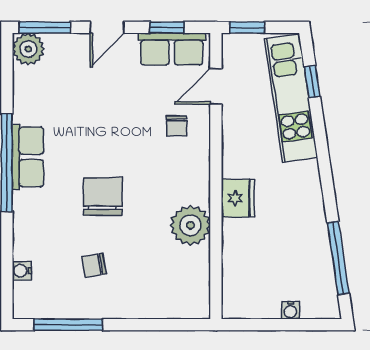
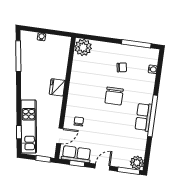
plant: (190, 225) -> (83, 47), moved

